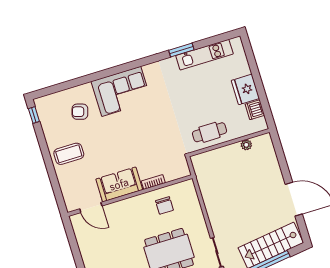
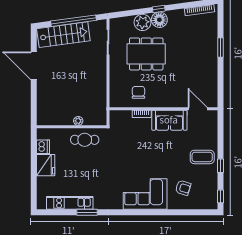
plant: (246, 145) -> (78, 121), moved
window: (45, 150) -> (221, 166), added

